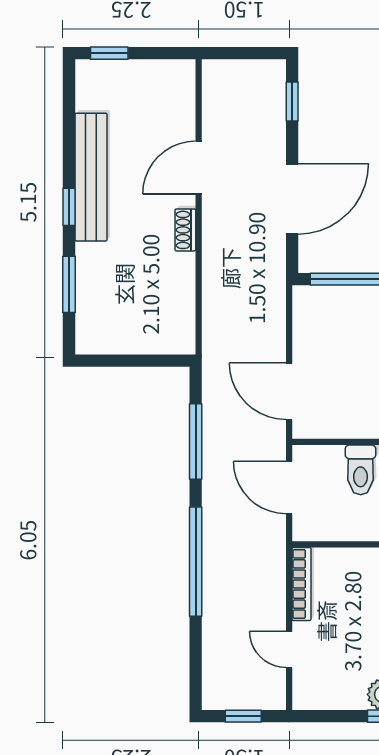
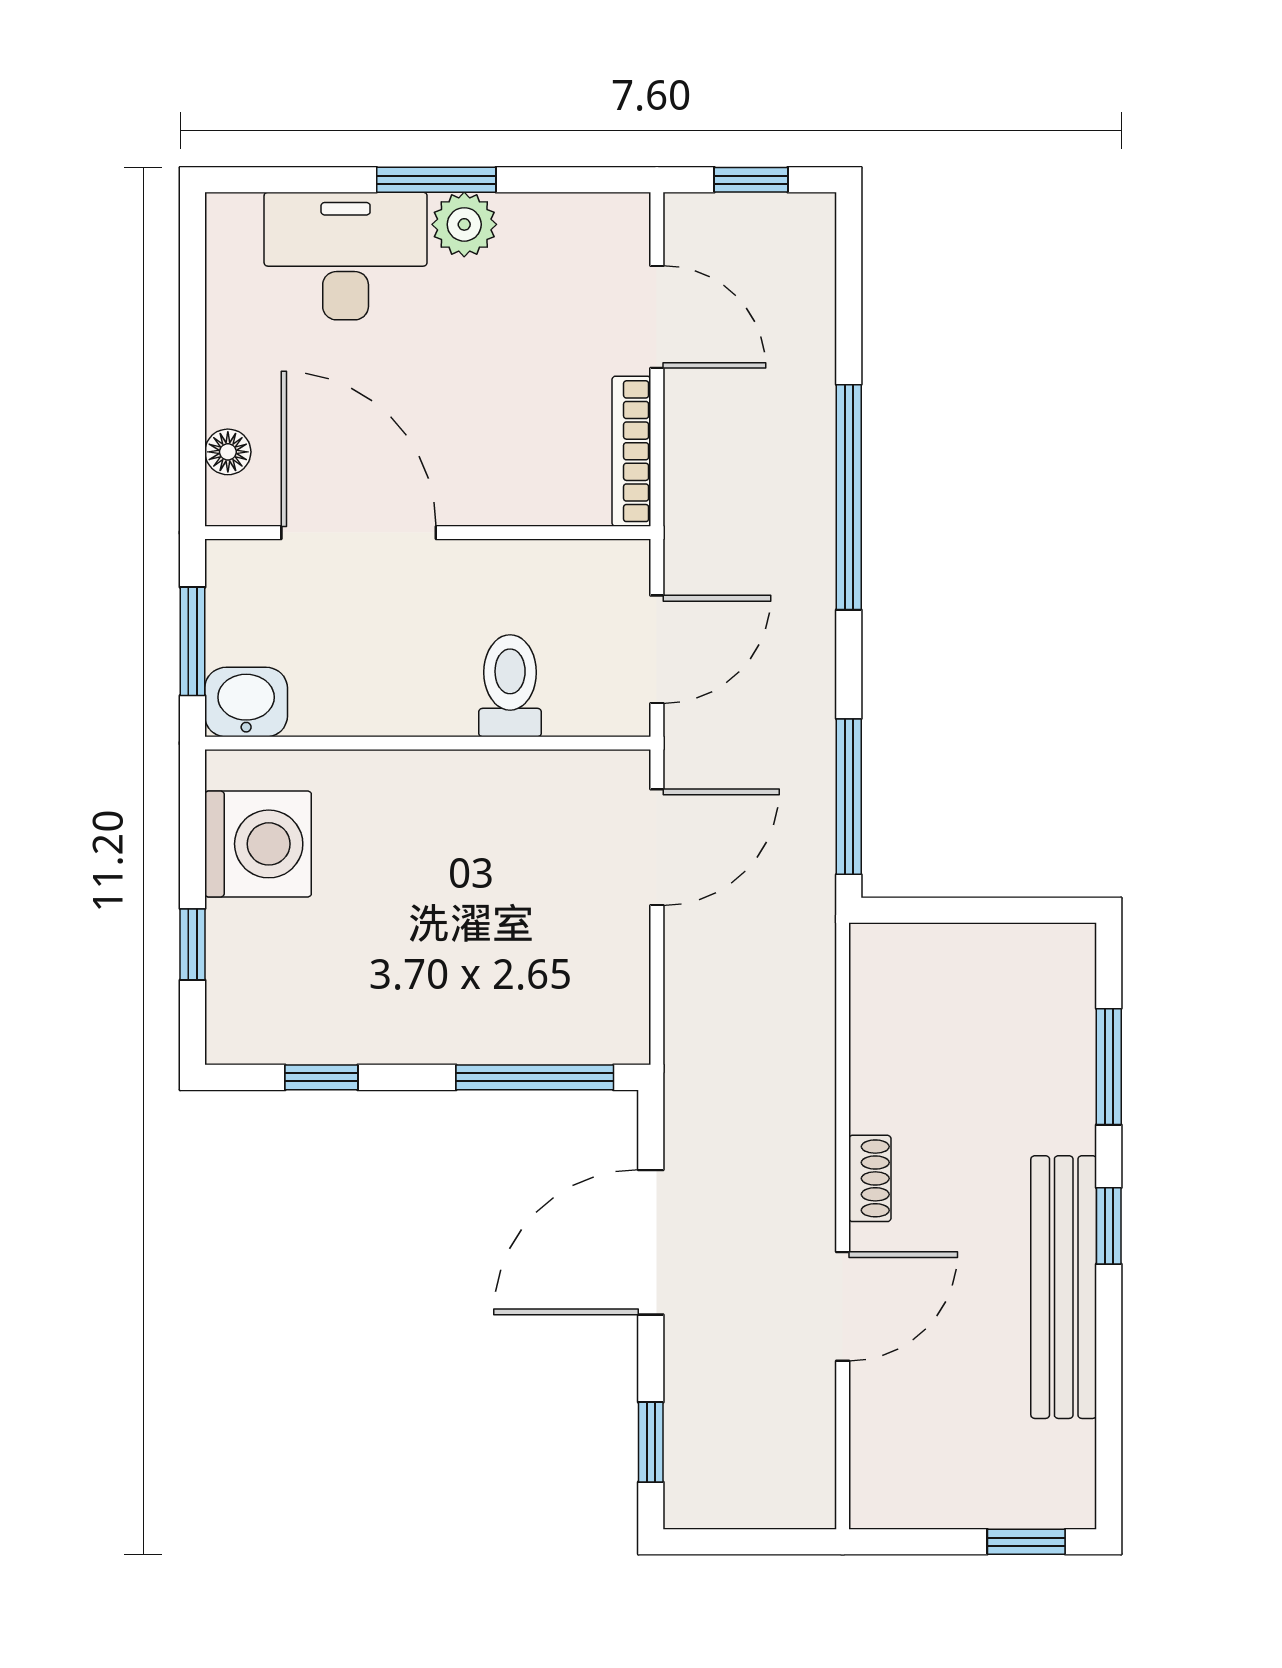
door: (289, 391) -> (657, 847), hinge flipped
window: (196, 442) -> (849, 797), moved
door: (289, 488) -> (657, 649), hinge flipped
door: (289, 649) -> (657, 317), width x1.38

